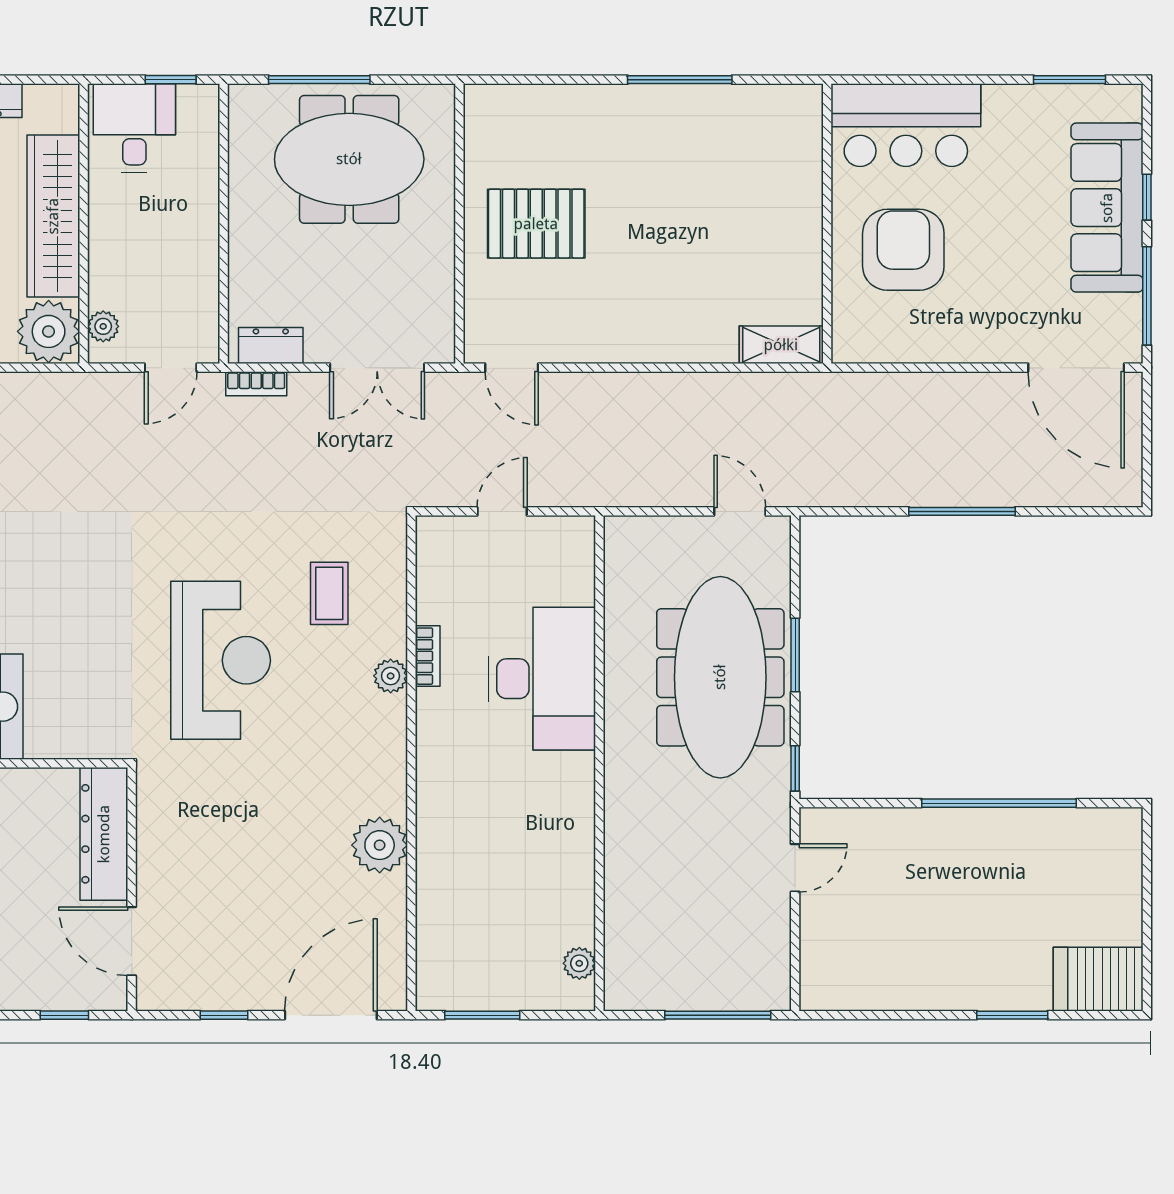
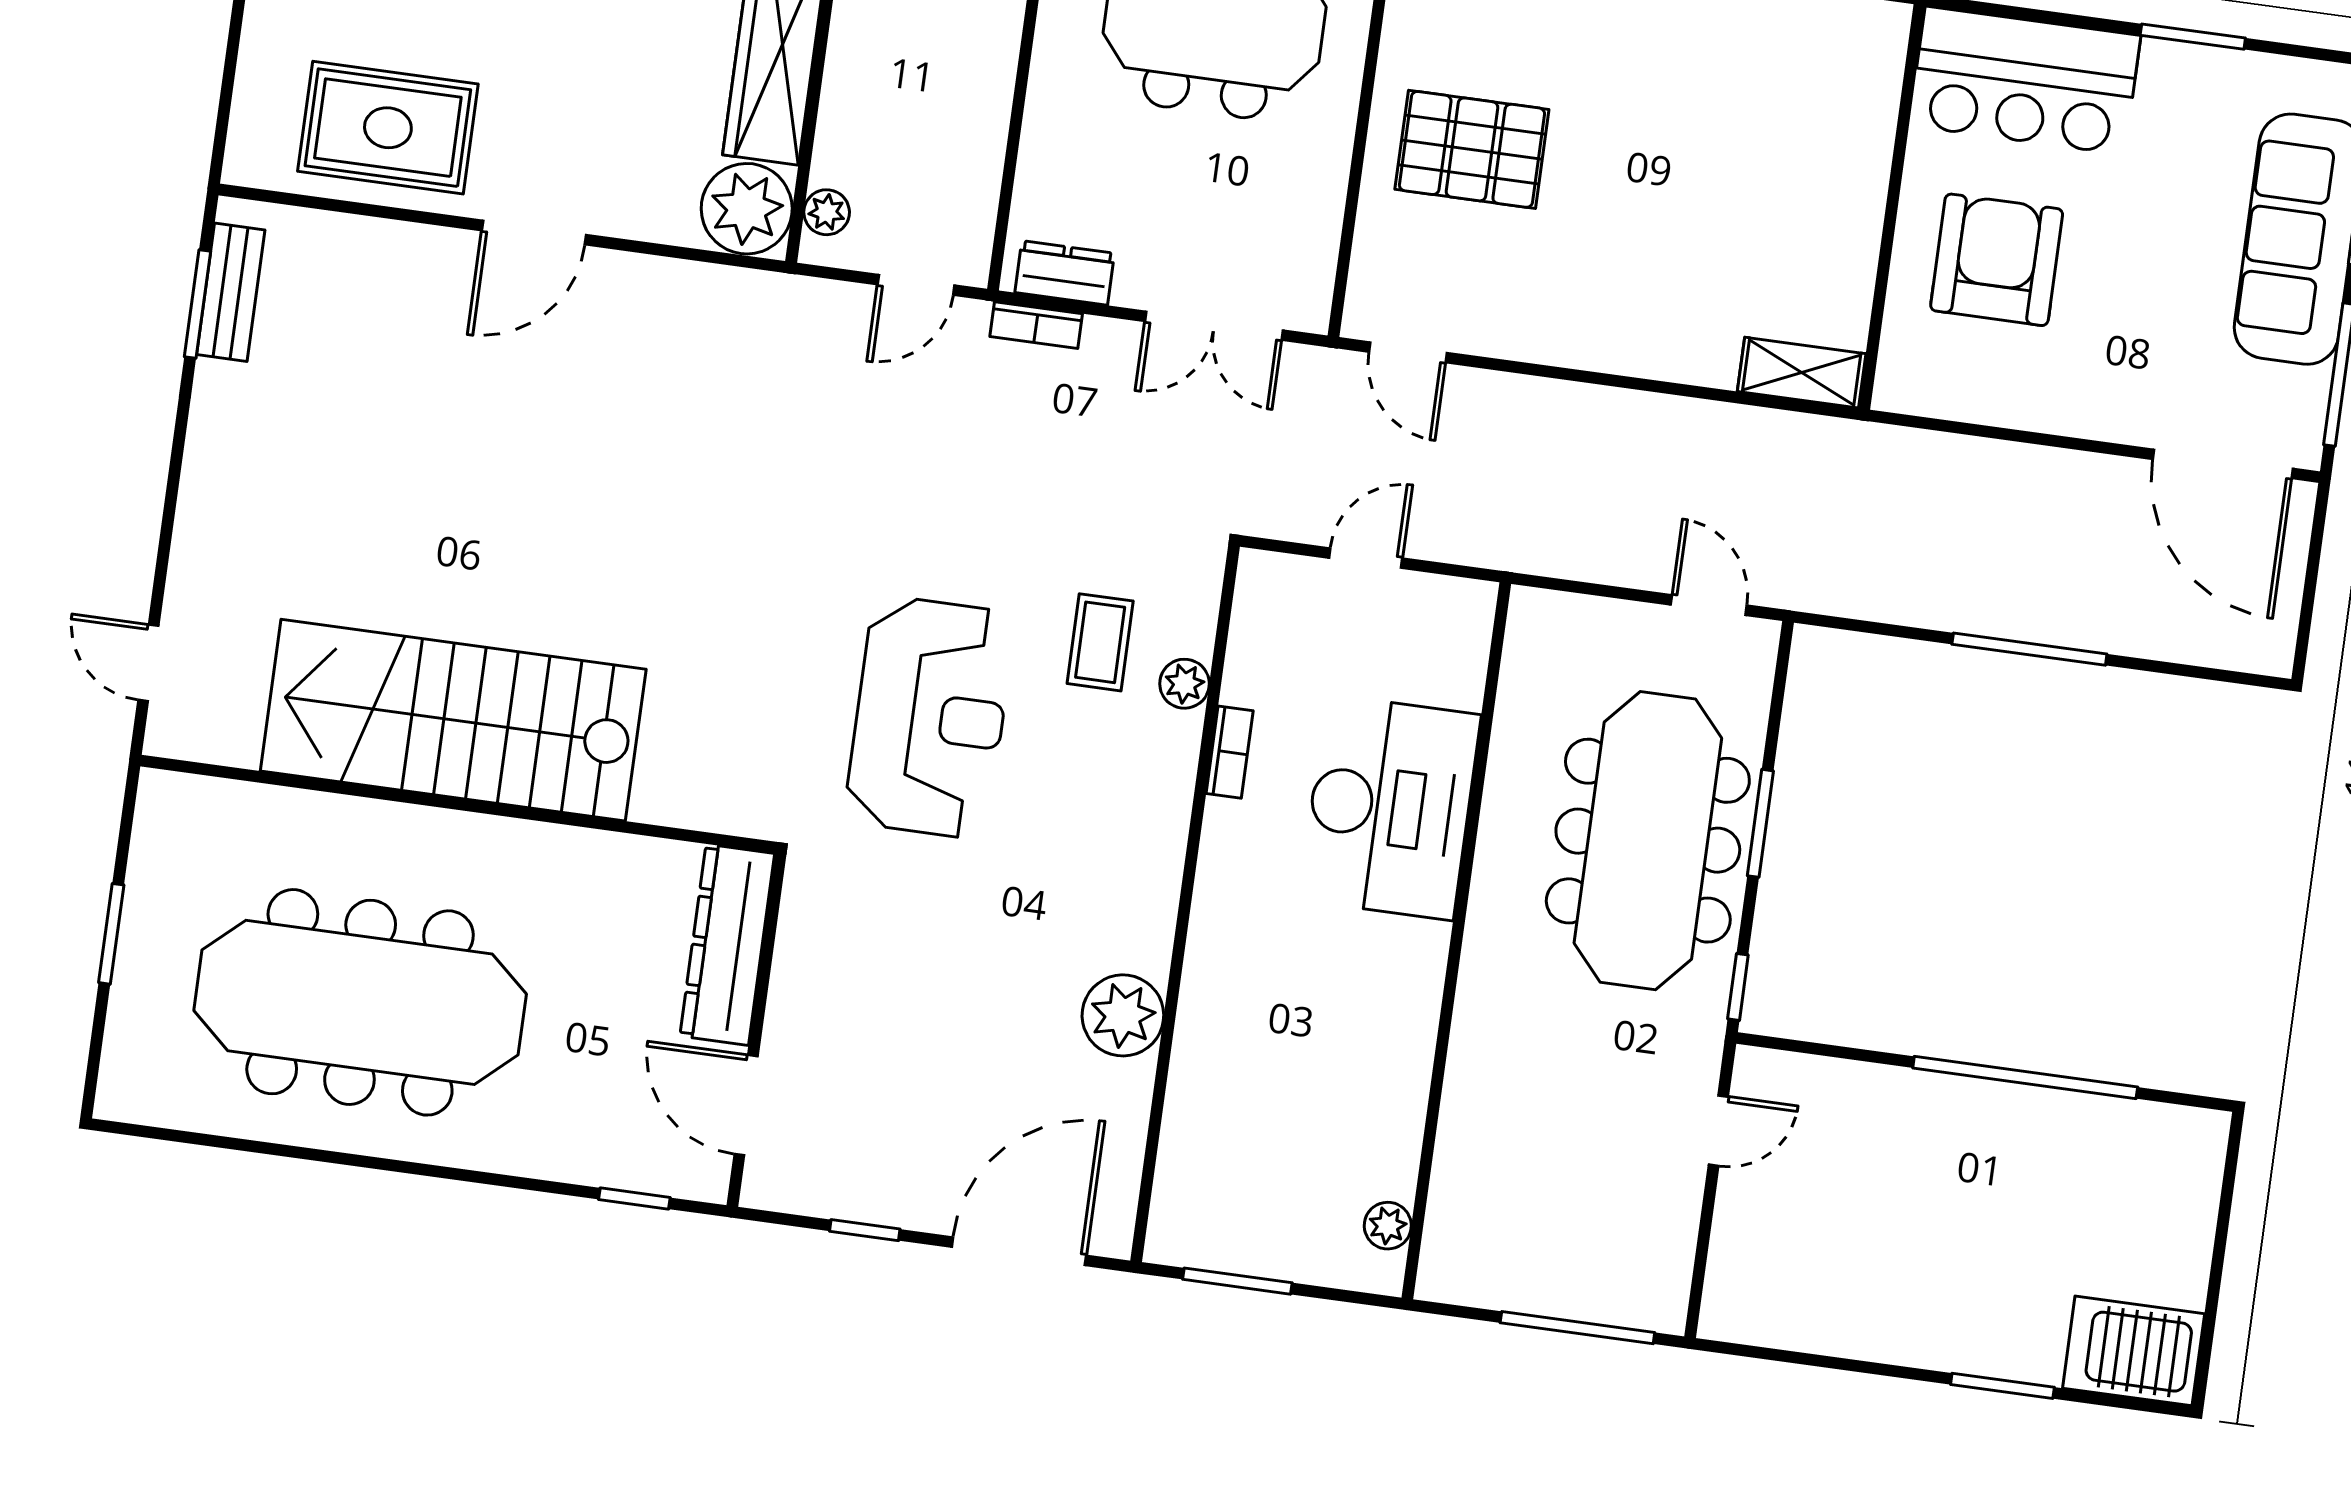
window: (1069, 80) -> (2193, 37), moved
plant: (391, 676) -> (1185, 684), moved

